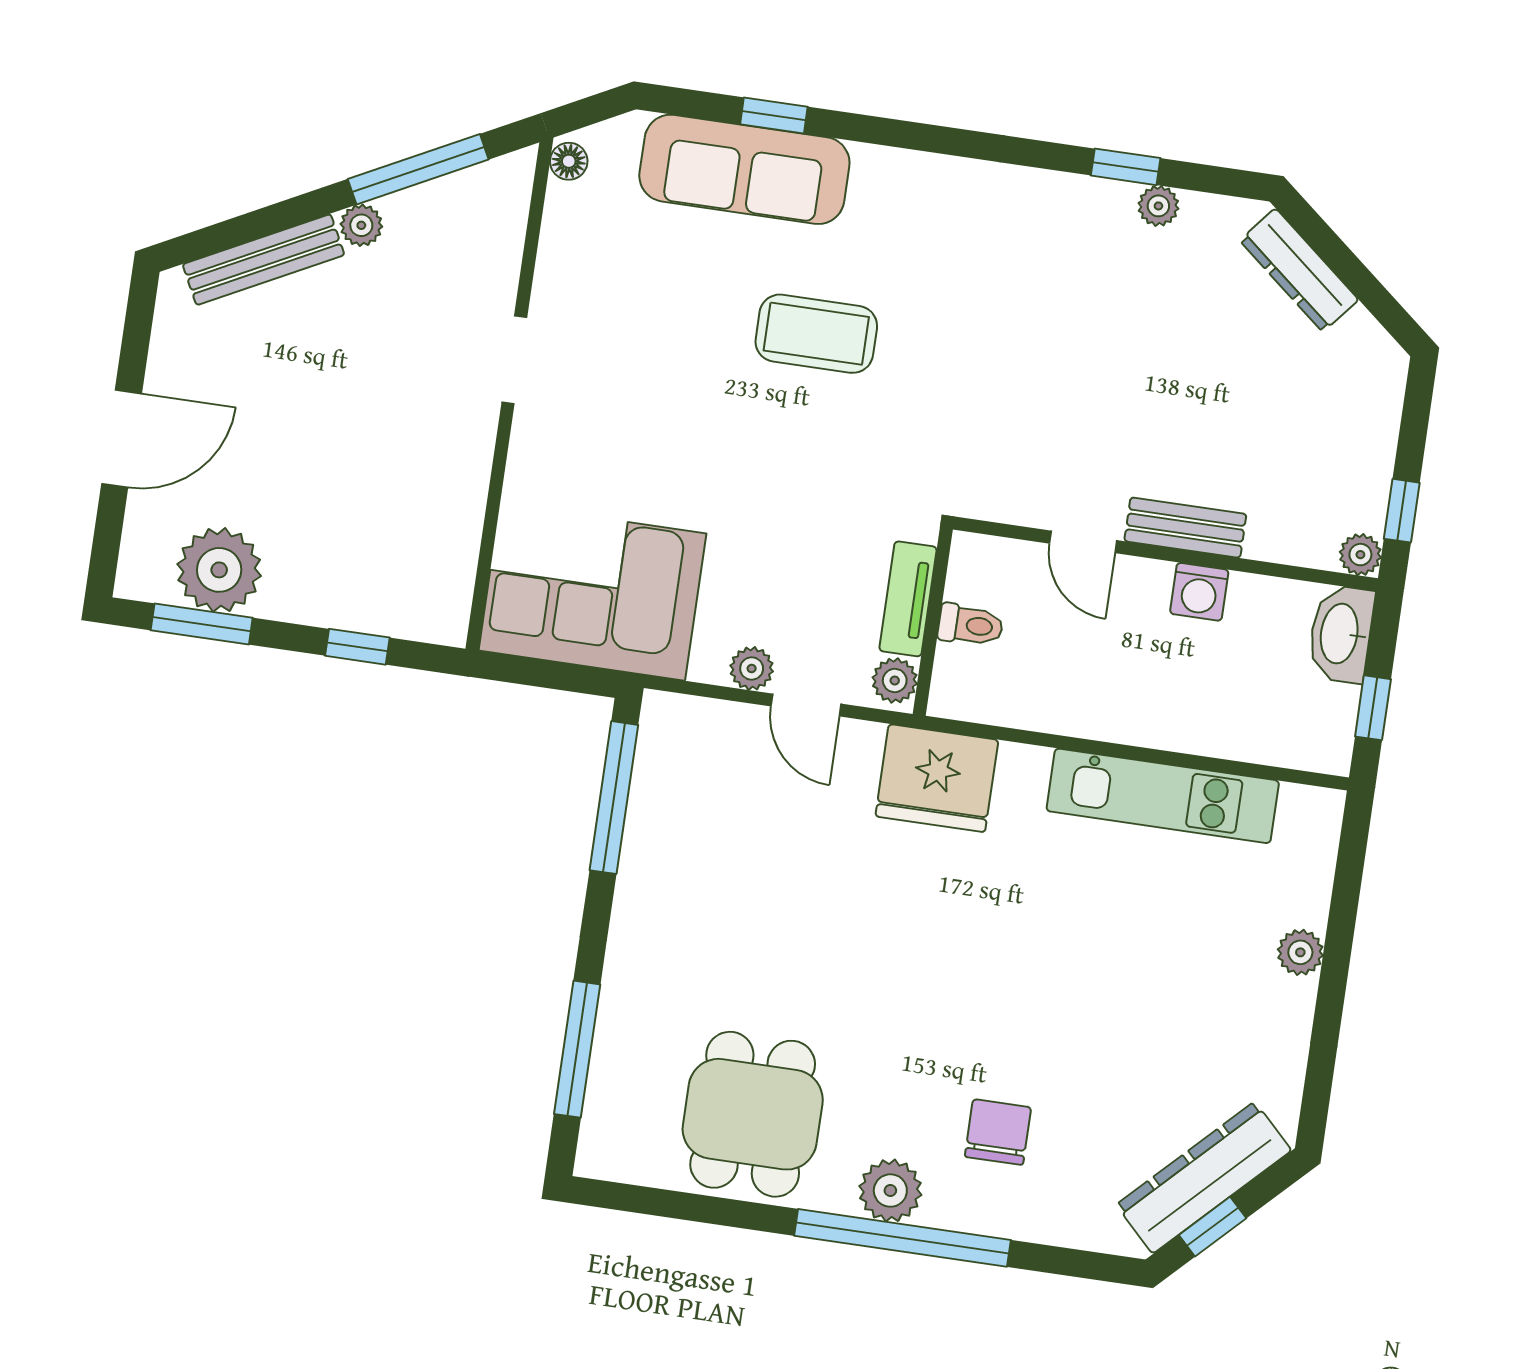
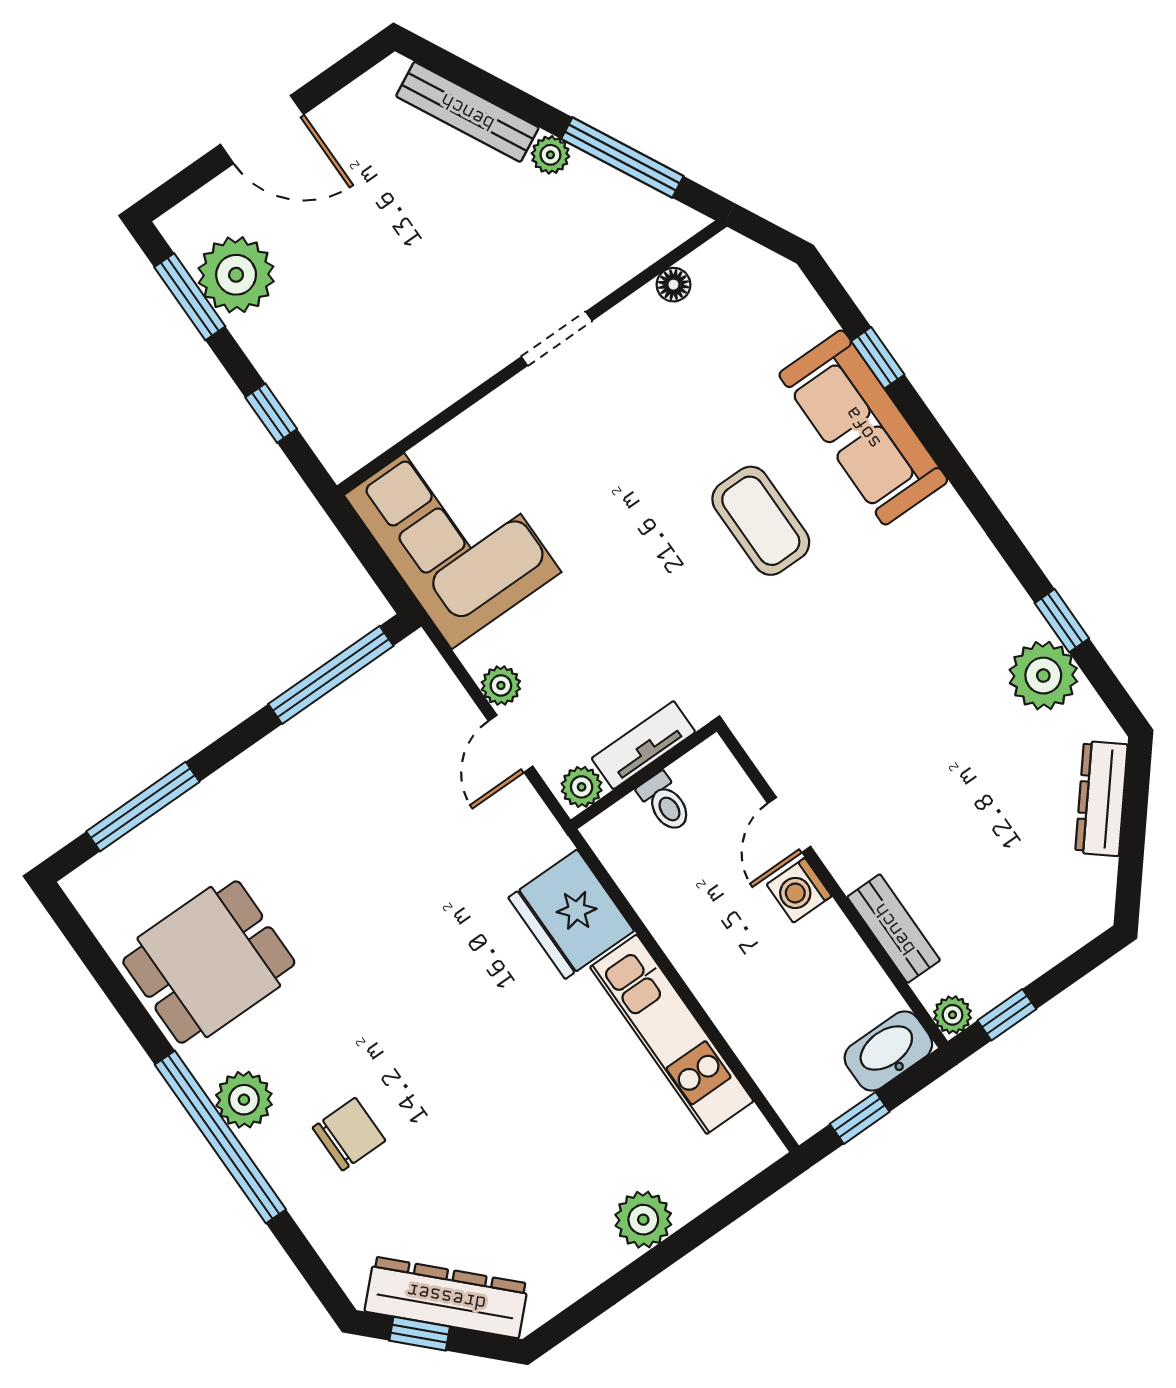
floor lamp: (569, 161) -> (673, 285), moved
sofa: (744, 169) -> (863, 428), moved
plant: (1158, 206) -> (1043, 676), width x1.88, depth x1.88
bench: (1185, 528) -> (894, 929), moved
washing machine: (1199, 592) -> (799, 890), moved
fridge: (937, 778) -> (571, 914), moved
plant: (1300, 952) -> (643, 1220), width x1.38, depth x1.38

